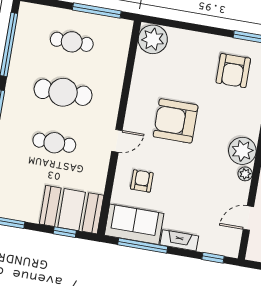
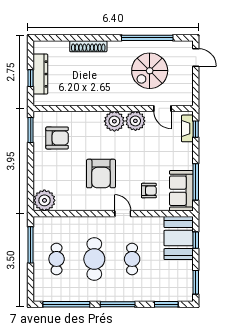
plant: (245, 174) -> (135, 121), width x1.88, depth x1.88
armchair: (142, 181) -> (149, 191), turned 180
fireplace: (179, 240) -> (187, 128), moved

